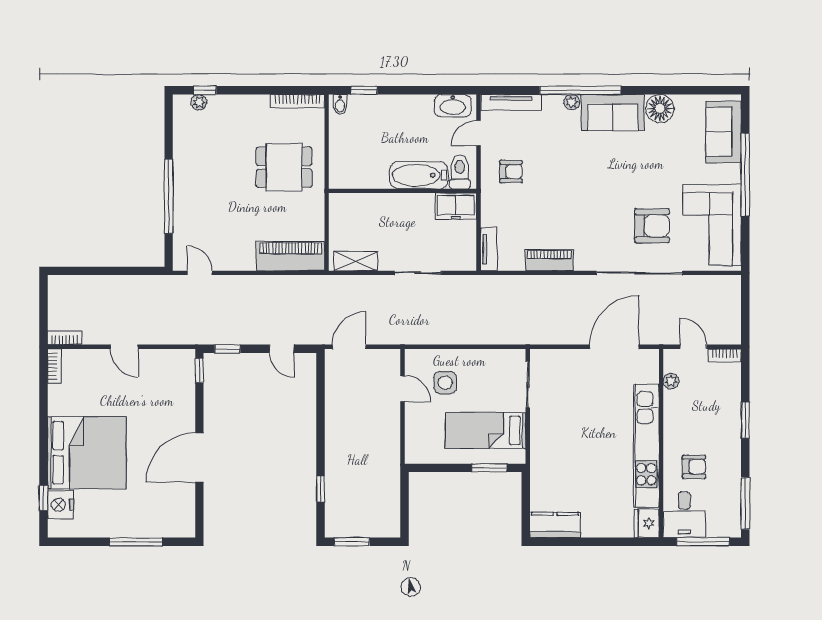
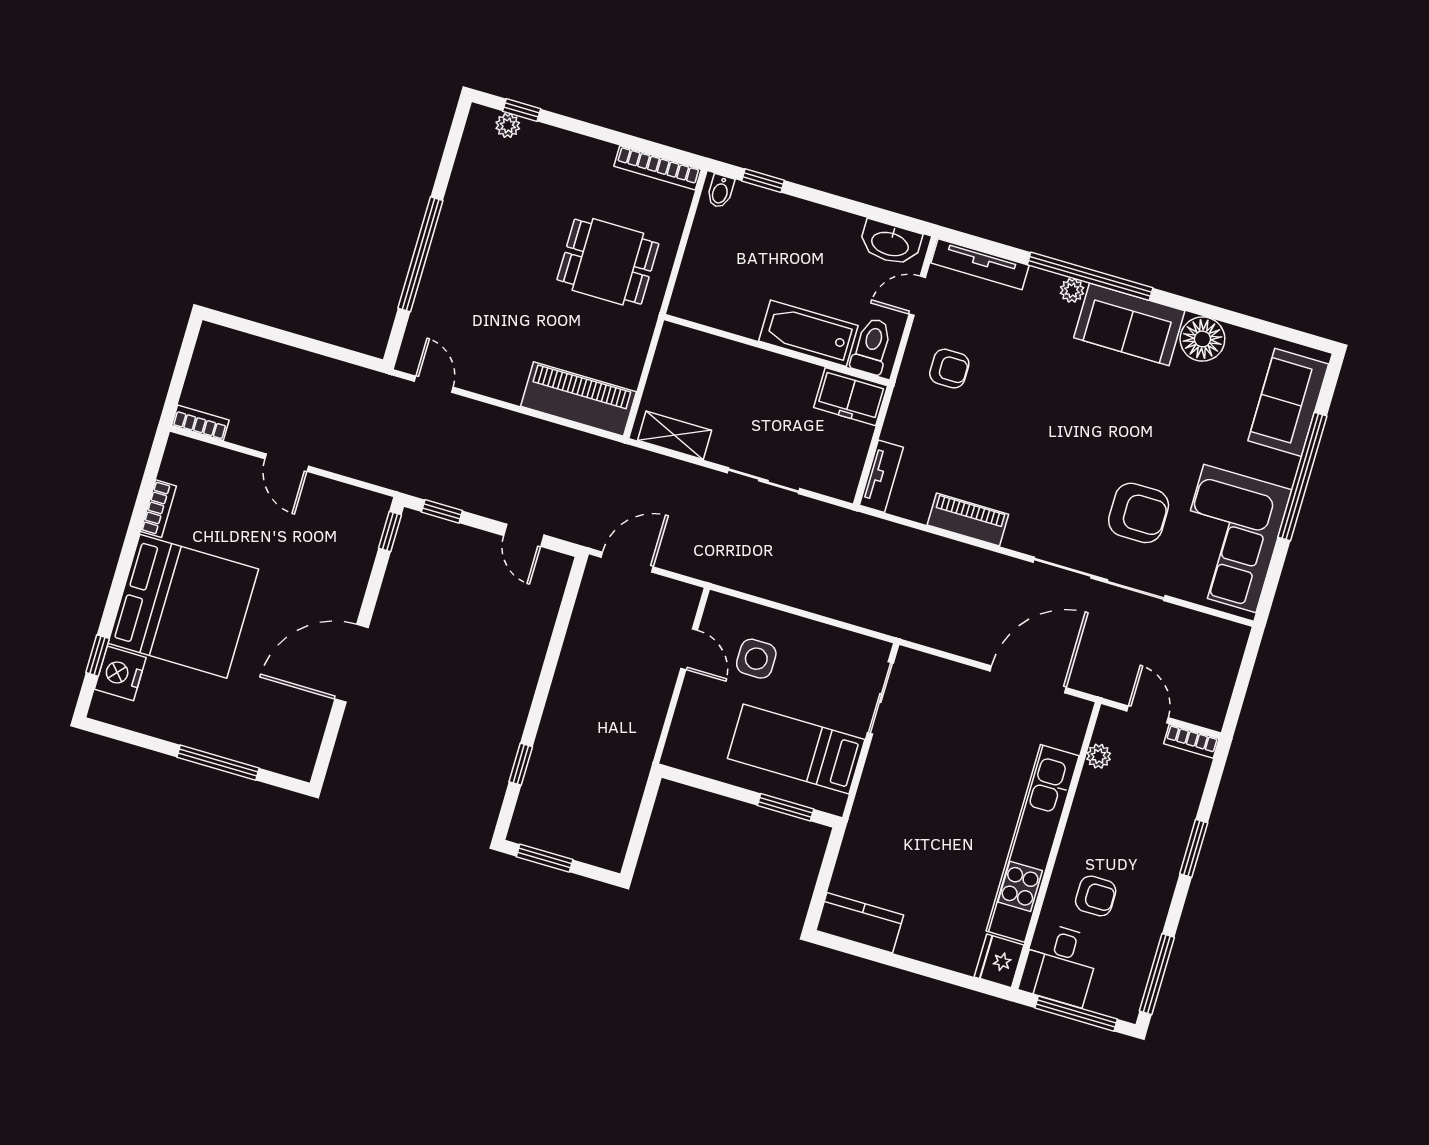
bookcase: (54, 366) -> (158, 509), moved

